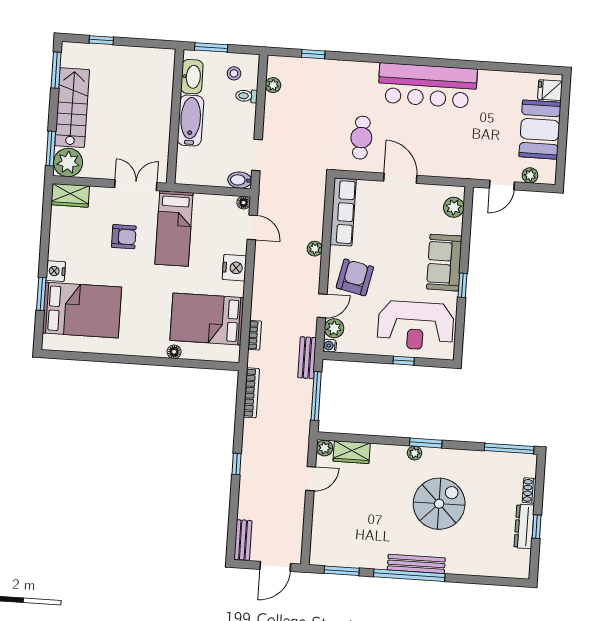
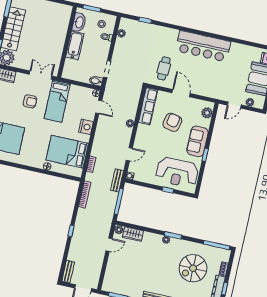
armchair: (355, 277) -> (172, 122), moved
plant: (334, 328) -> (134, 167), removed
spiral stairs: (439, 504) -> (193, 268), moved, turned 180

